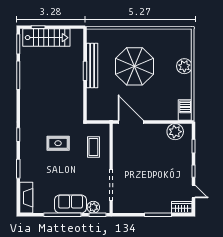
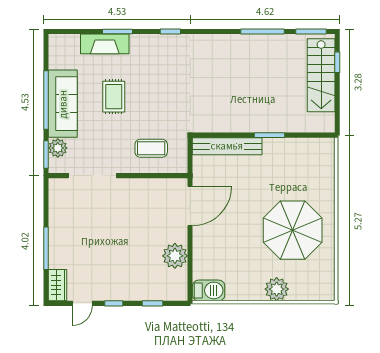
bench: (92, 65) -> (227, 146), moved
parasol: (134, 66) -> (293, 230), moved
plant: (175, 132) -> (175, 256), moved
rug: (58, 143) -> (114, 97), moved
fireplace: (26, 198) -> (105, 44), moved
sofa: (71, 204) -> (63, 104), width x1.36

